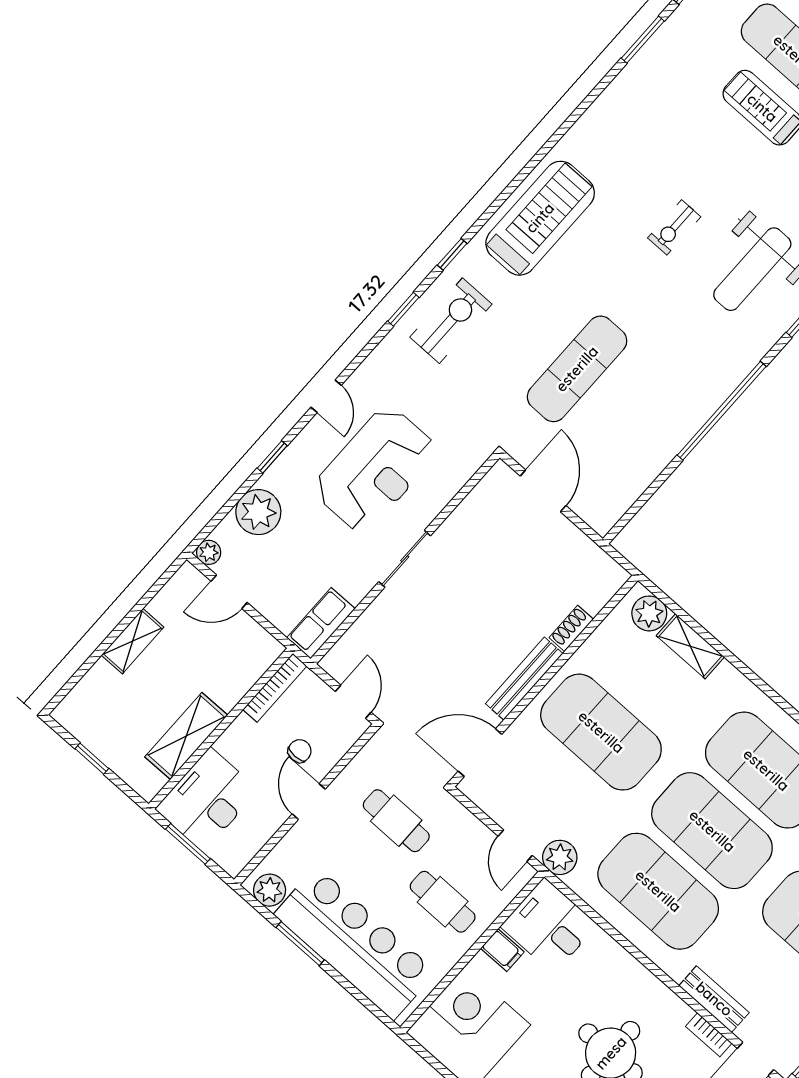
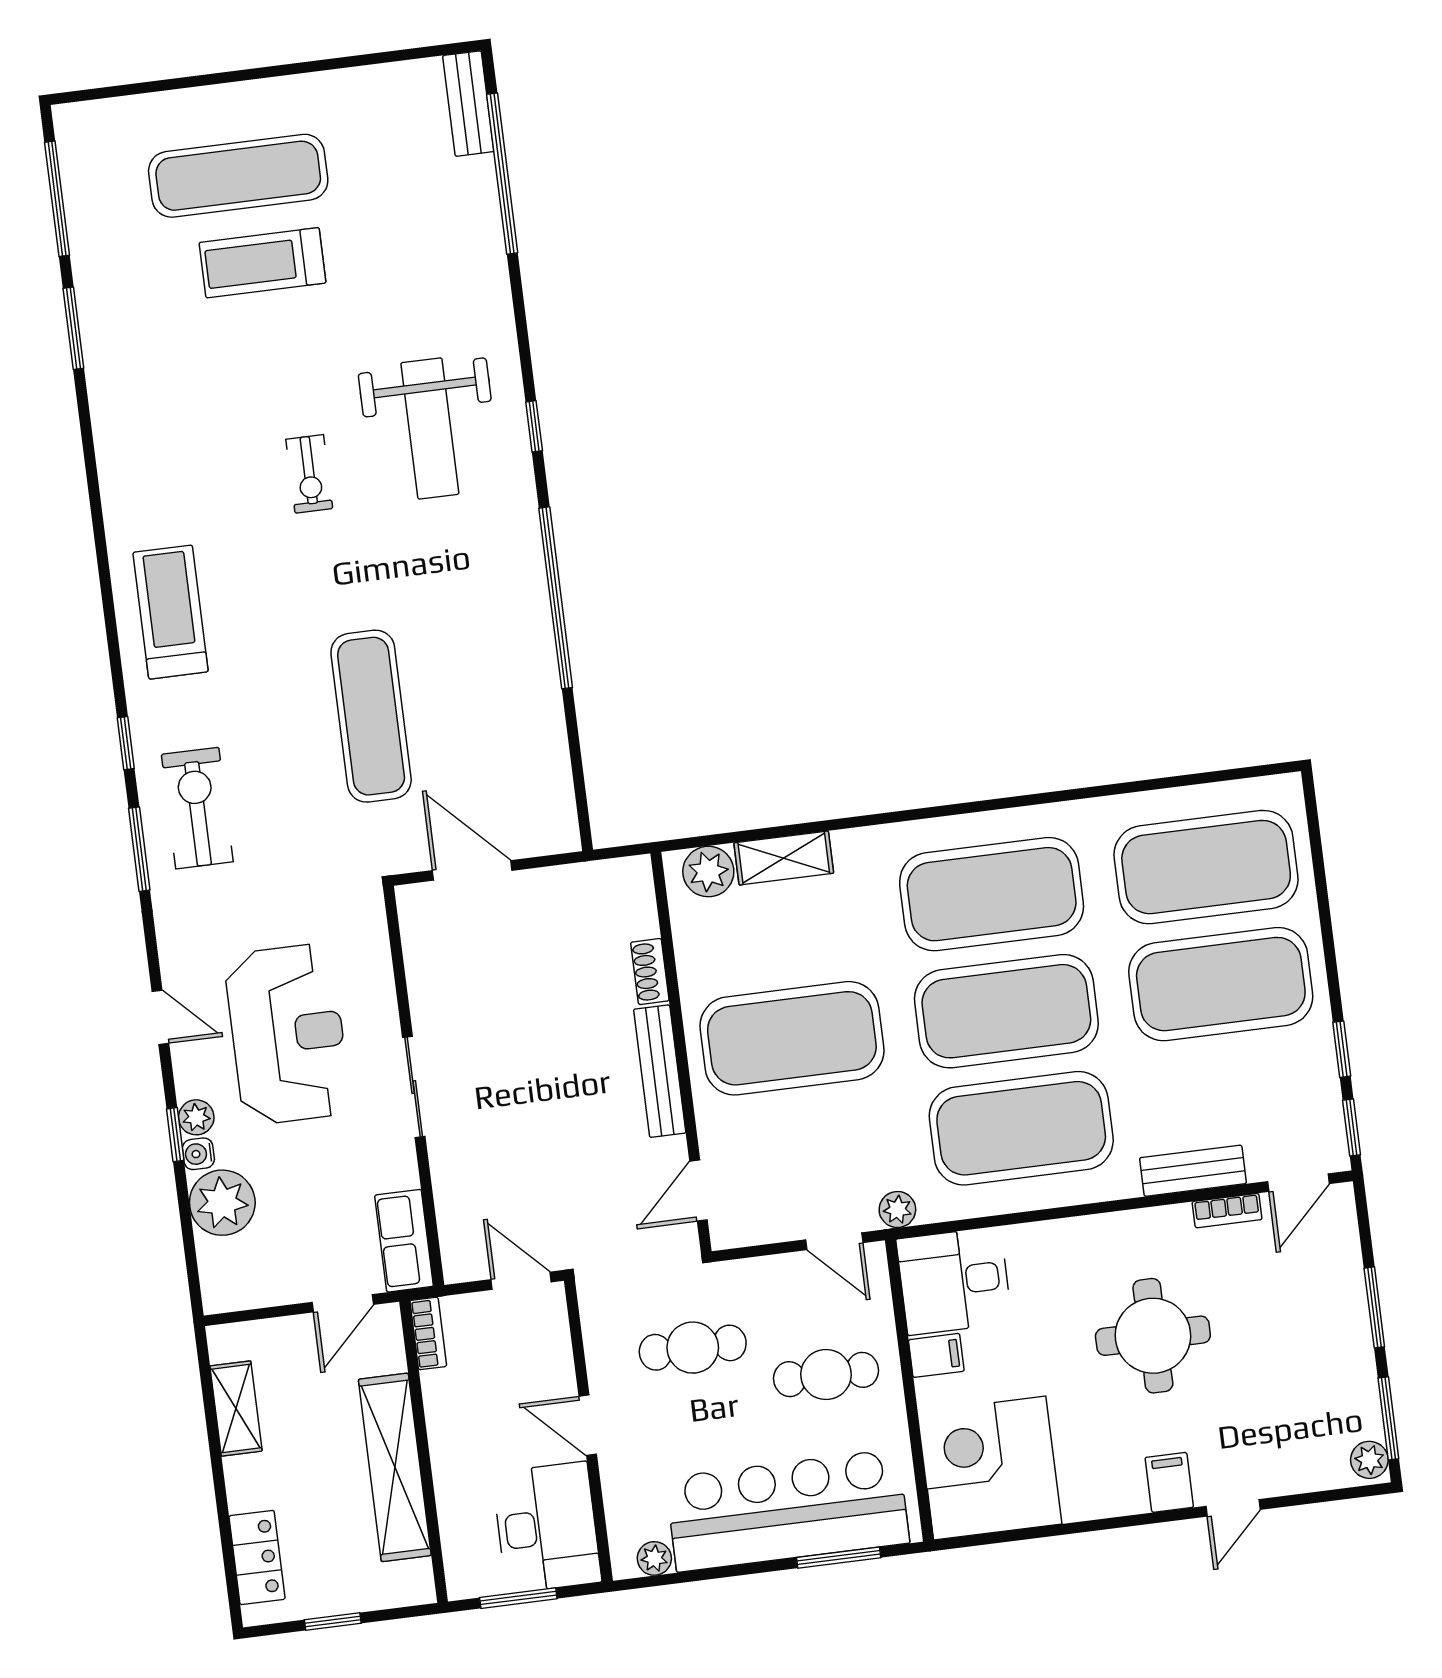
treadmill: (540, 218) -> (171, 612), width x0.73, depth x0.73
window: (403, 309) -> (139, 849), width x1.50
water cooler: (273, 478) -> (198, 1154), added
plant: (209, 552) -> (196, 1117), moved
door: (229, 592) -> (343, 1303), moved
shelving: (133, 641) -> (236, 1408), moved
bookcase: (275, 688) -> (428, 1333), width x0.64
locker: (91, 691) -> (257, 1557), added
shelving: (186, 736) -> (395, 1467), width x1.47
chair: (300, 751) -> (524, 1387), removed
door: (480, 753) -> (698, 1191), width x0.73
desk: (207, 800) -> (547, 1527), moved, turned 180
plant: (560, 857) -> (897, 1210), width x0.73, depth x0.73
plant: (270, 890) -> (654, 1558), width x0.73, depth x0.73
window: (300, 944) -> (839, 1558), moved

